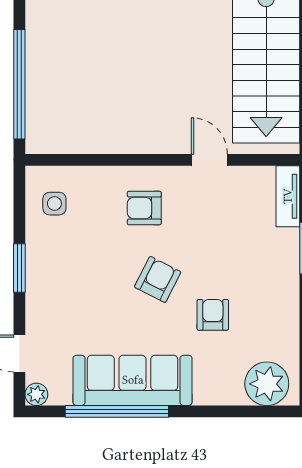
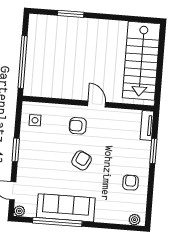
door: (209, 160) -> (97, 104), moved
armchair: (213, 315) -> (131, 183), moved
plant: (267, 384) -> (135, 220), width x0.53, depth x0.53

